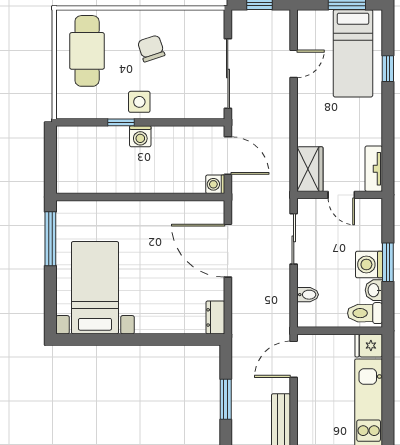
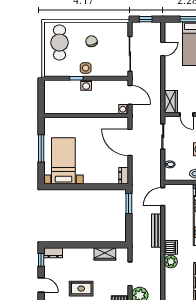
window: (50, 239) -> (41, 148), moved
window: (226, 399) -> (129, 203), moved

